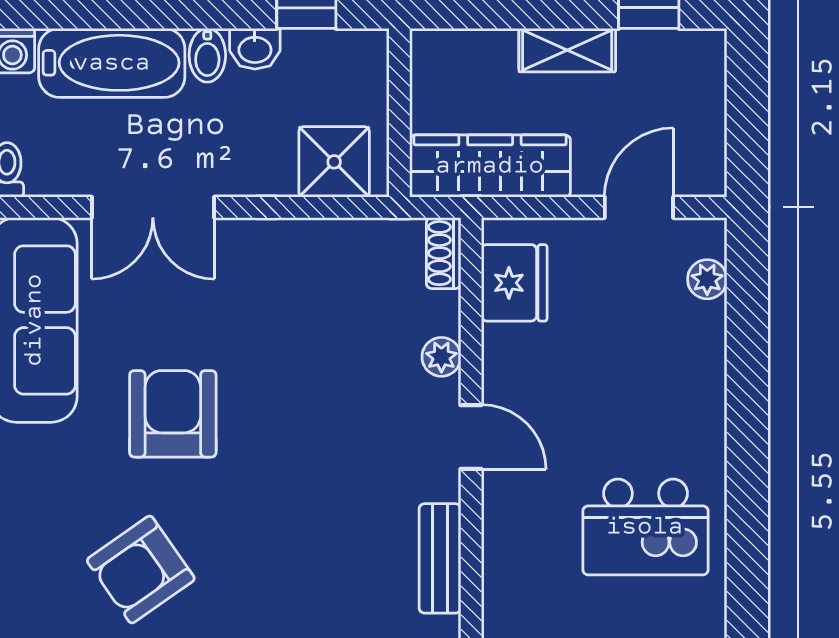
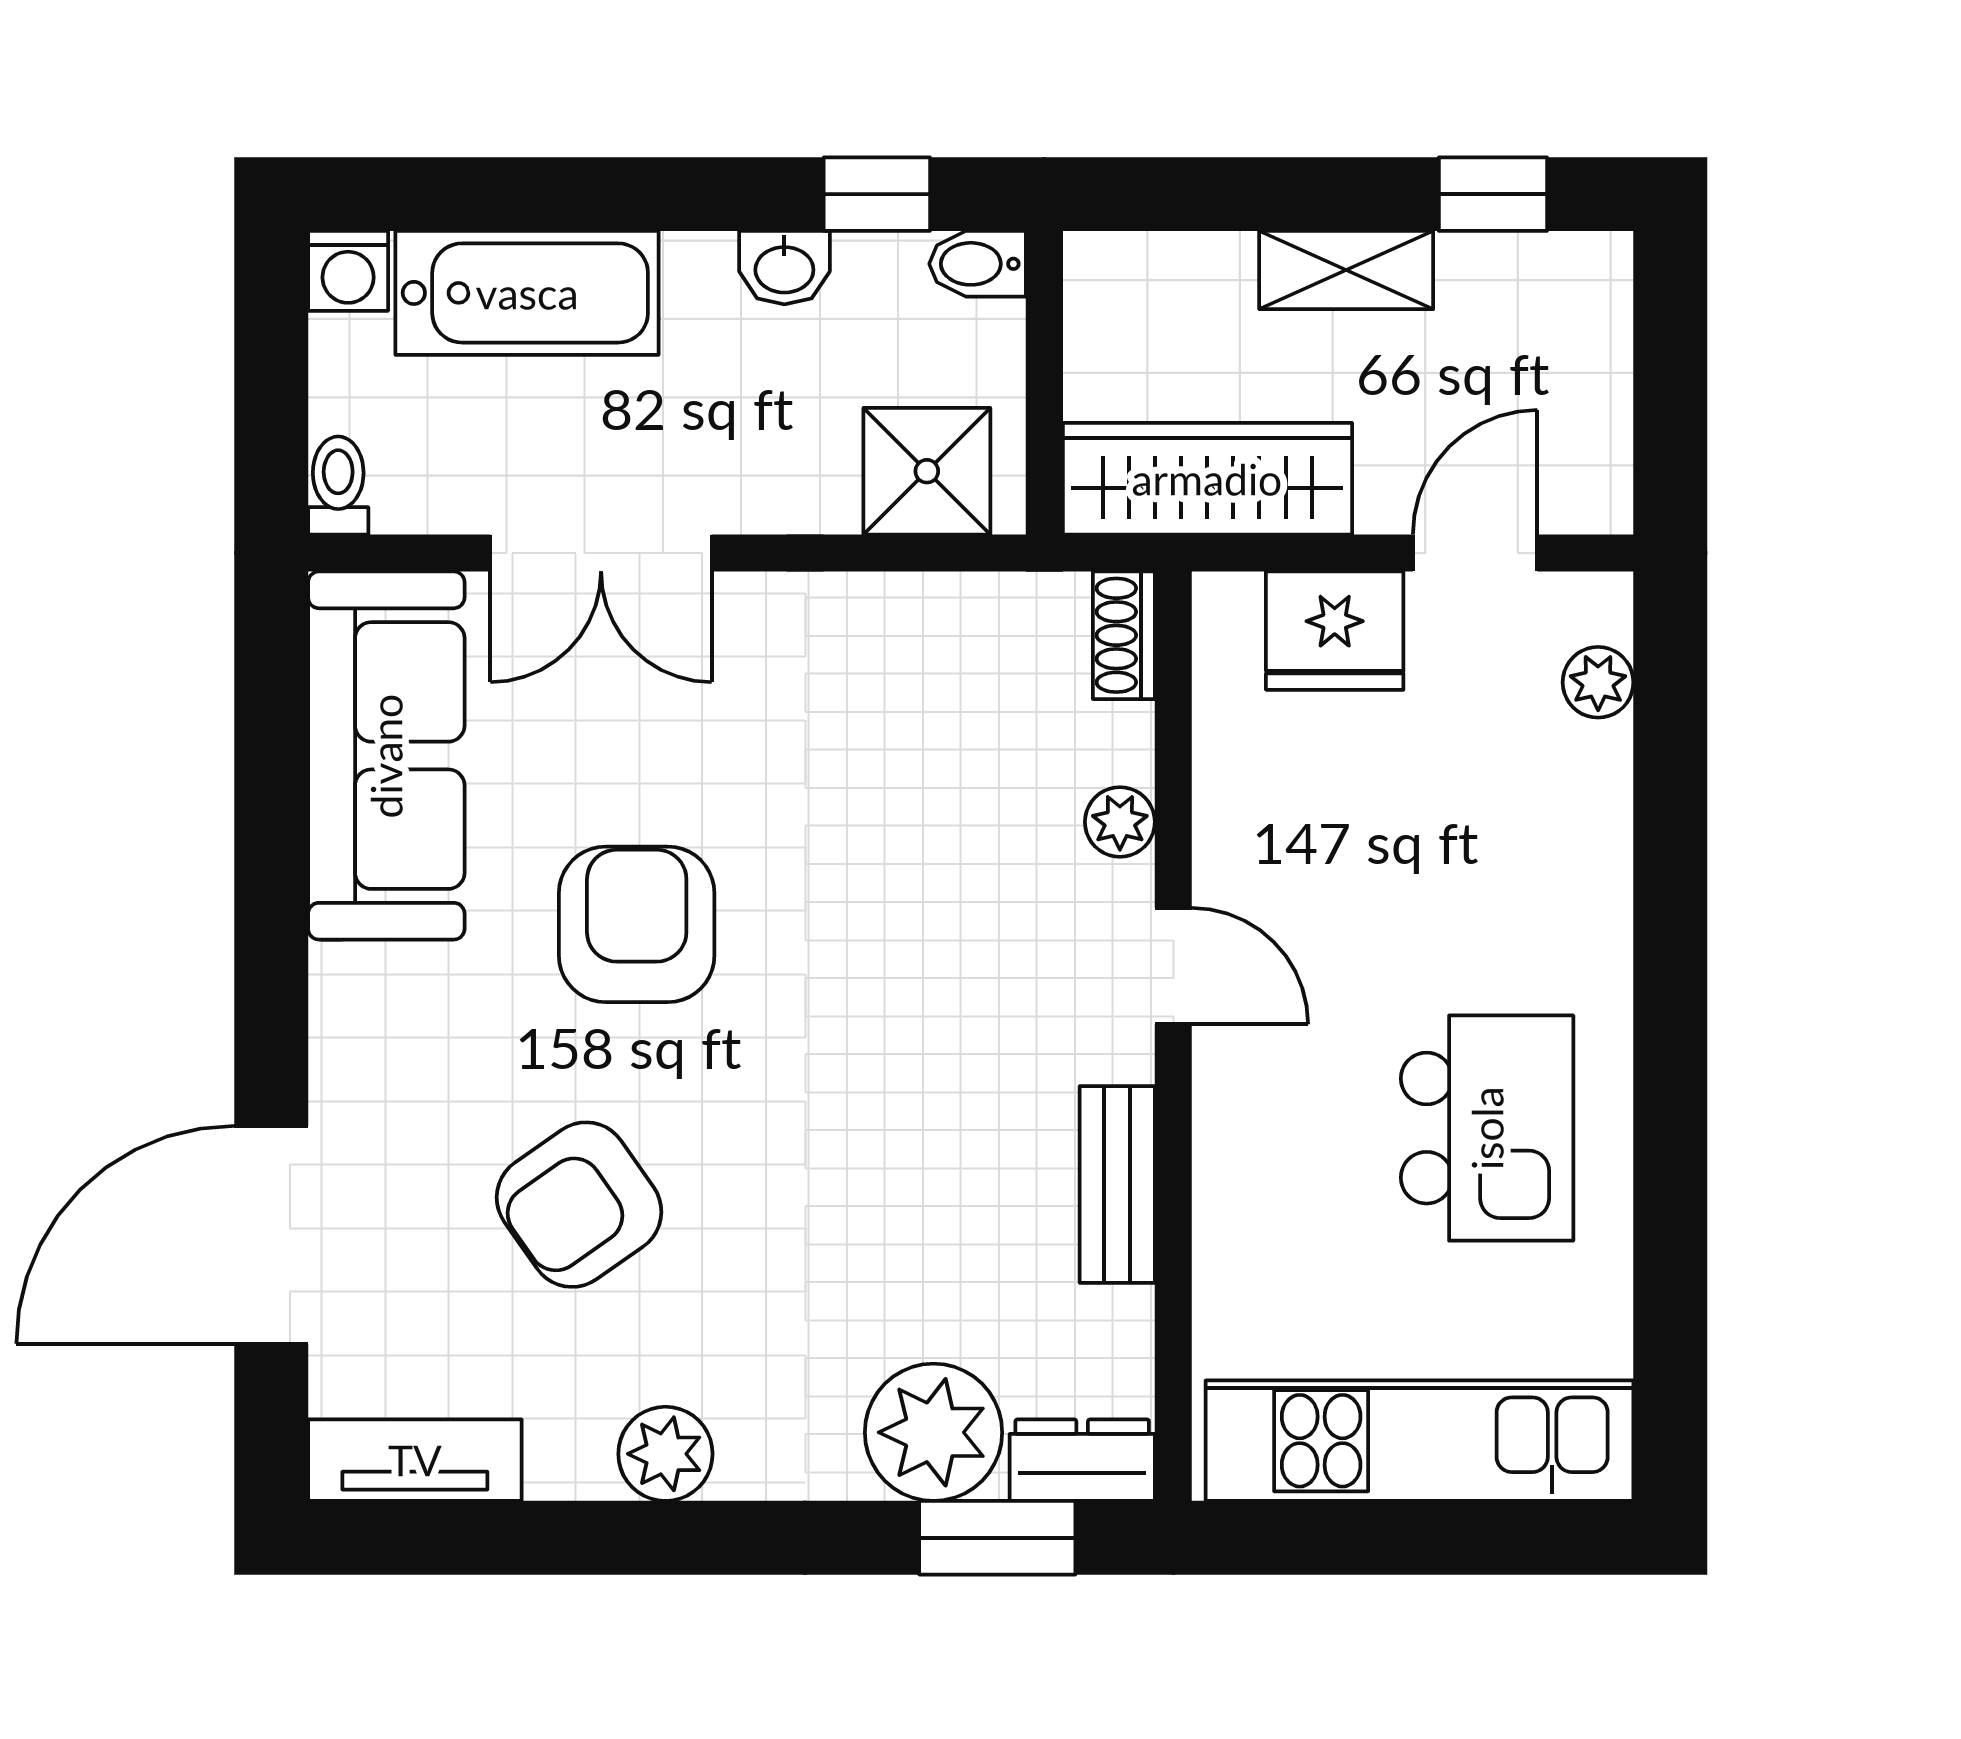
bidet: (207, 55) -> (978, 264), moved, turned 90
fridge: (514, 283) -> (1335, 631), moved, turned 90
kitchen island: (645, 527) -> (1487, 1128), turned -90

